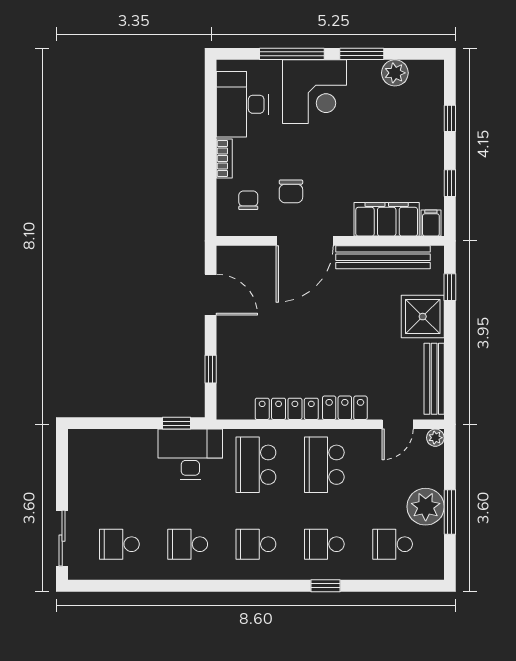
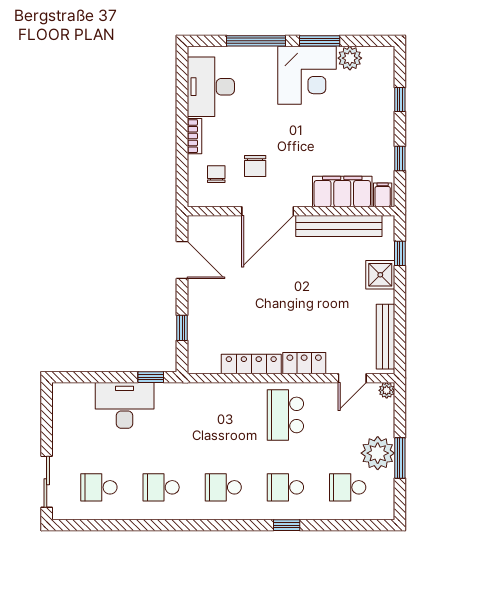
corner desk: (314, 92) -> (307, 75), moved
shower: (423, 317) -> (380, 275), width x0.73, depth x0.73
desk: (190, 454) -> (125, 405), moved
school desk: (256, 465) -> (223, 415), removed

